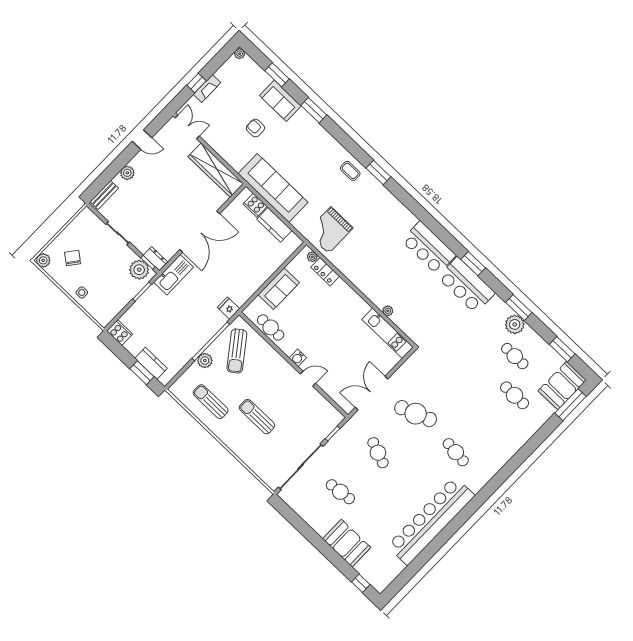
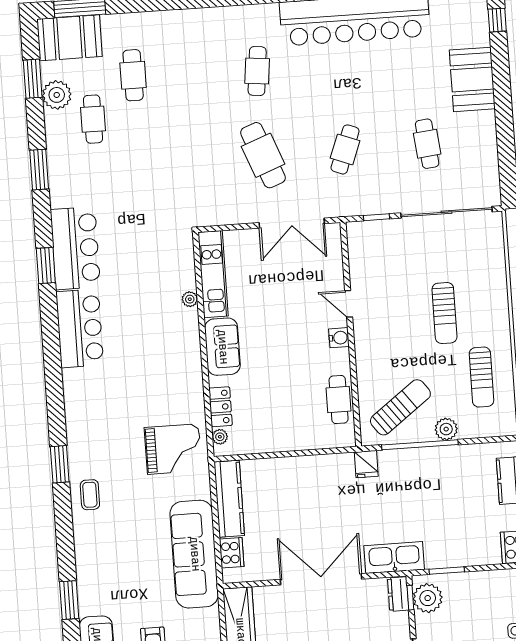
kitchen counter: (274, 225) -> (229, 499), width x1.50
sofa: (279, 289) -> (222, 347), moved, turned 90
plant: (515, 324) -> (57, 95), moved

